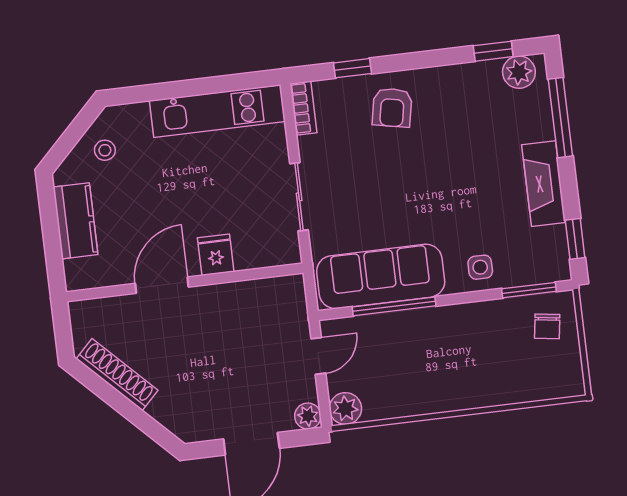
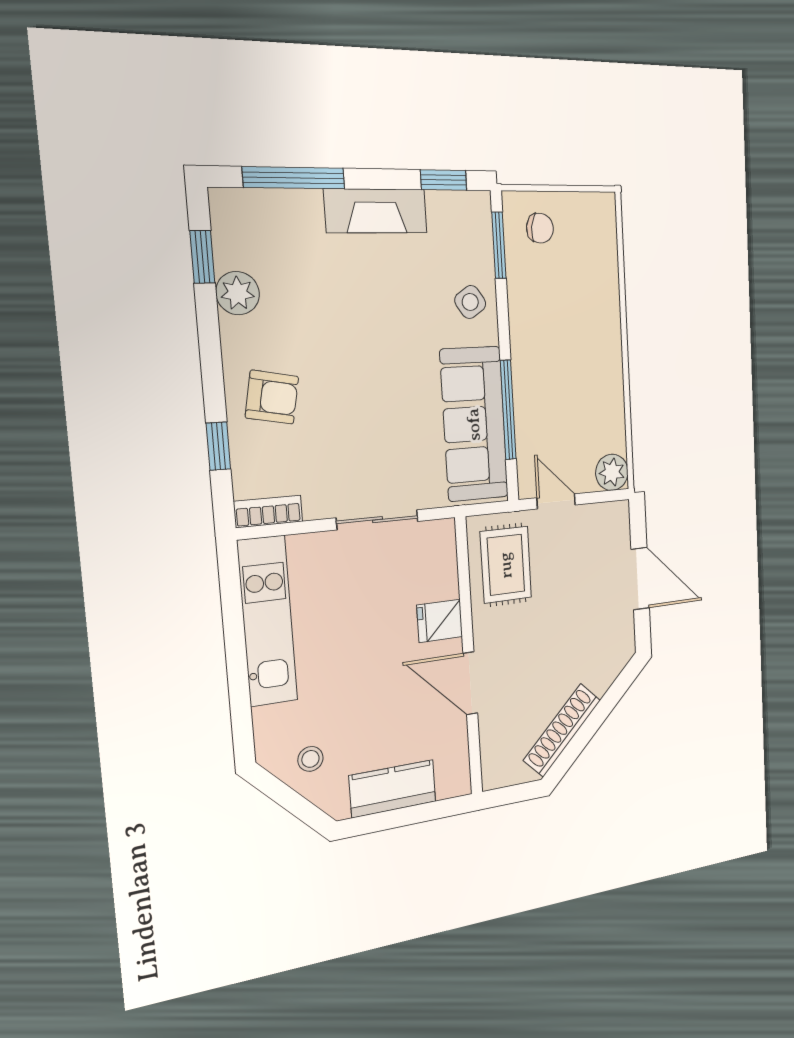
plant: (519, 72) -> (238, 293), moved
side table: (480, 267) -> (470, 302), turned -34
rug: (263, 312) -> (506, 565), added
plant: (308, 416) -> (617, 515), removed

